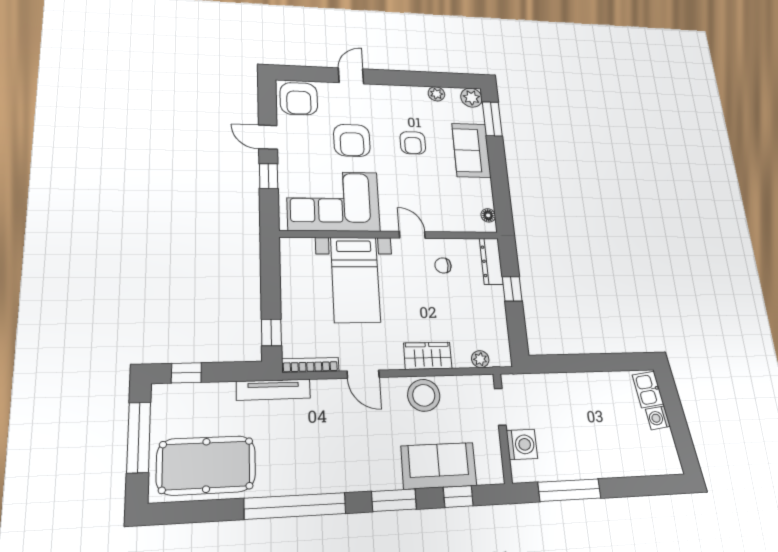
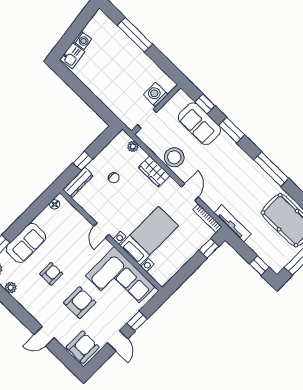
chair: (443, 265) -> (114, 178), moved
window: (569, 490) -> (135, 35), moved
window: (295, 506) -> (271, 169), width x0.68

